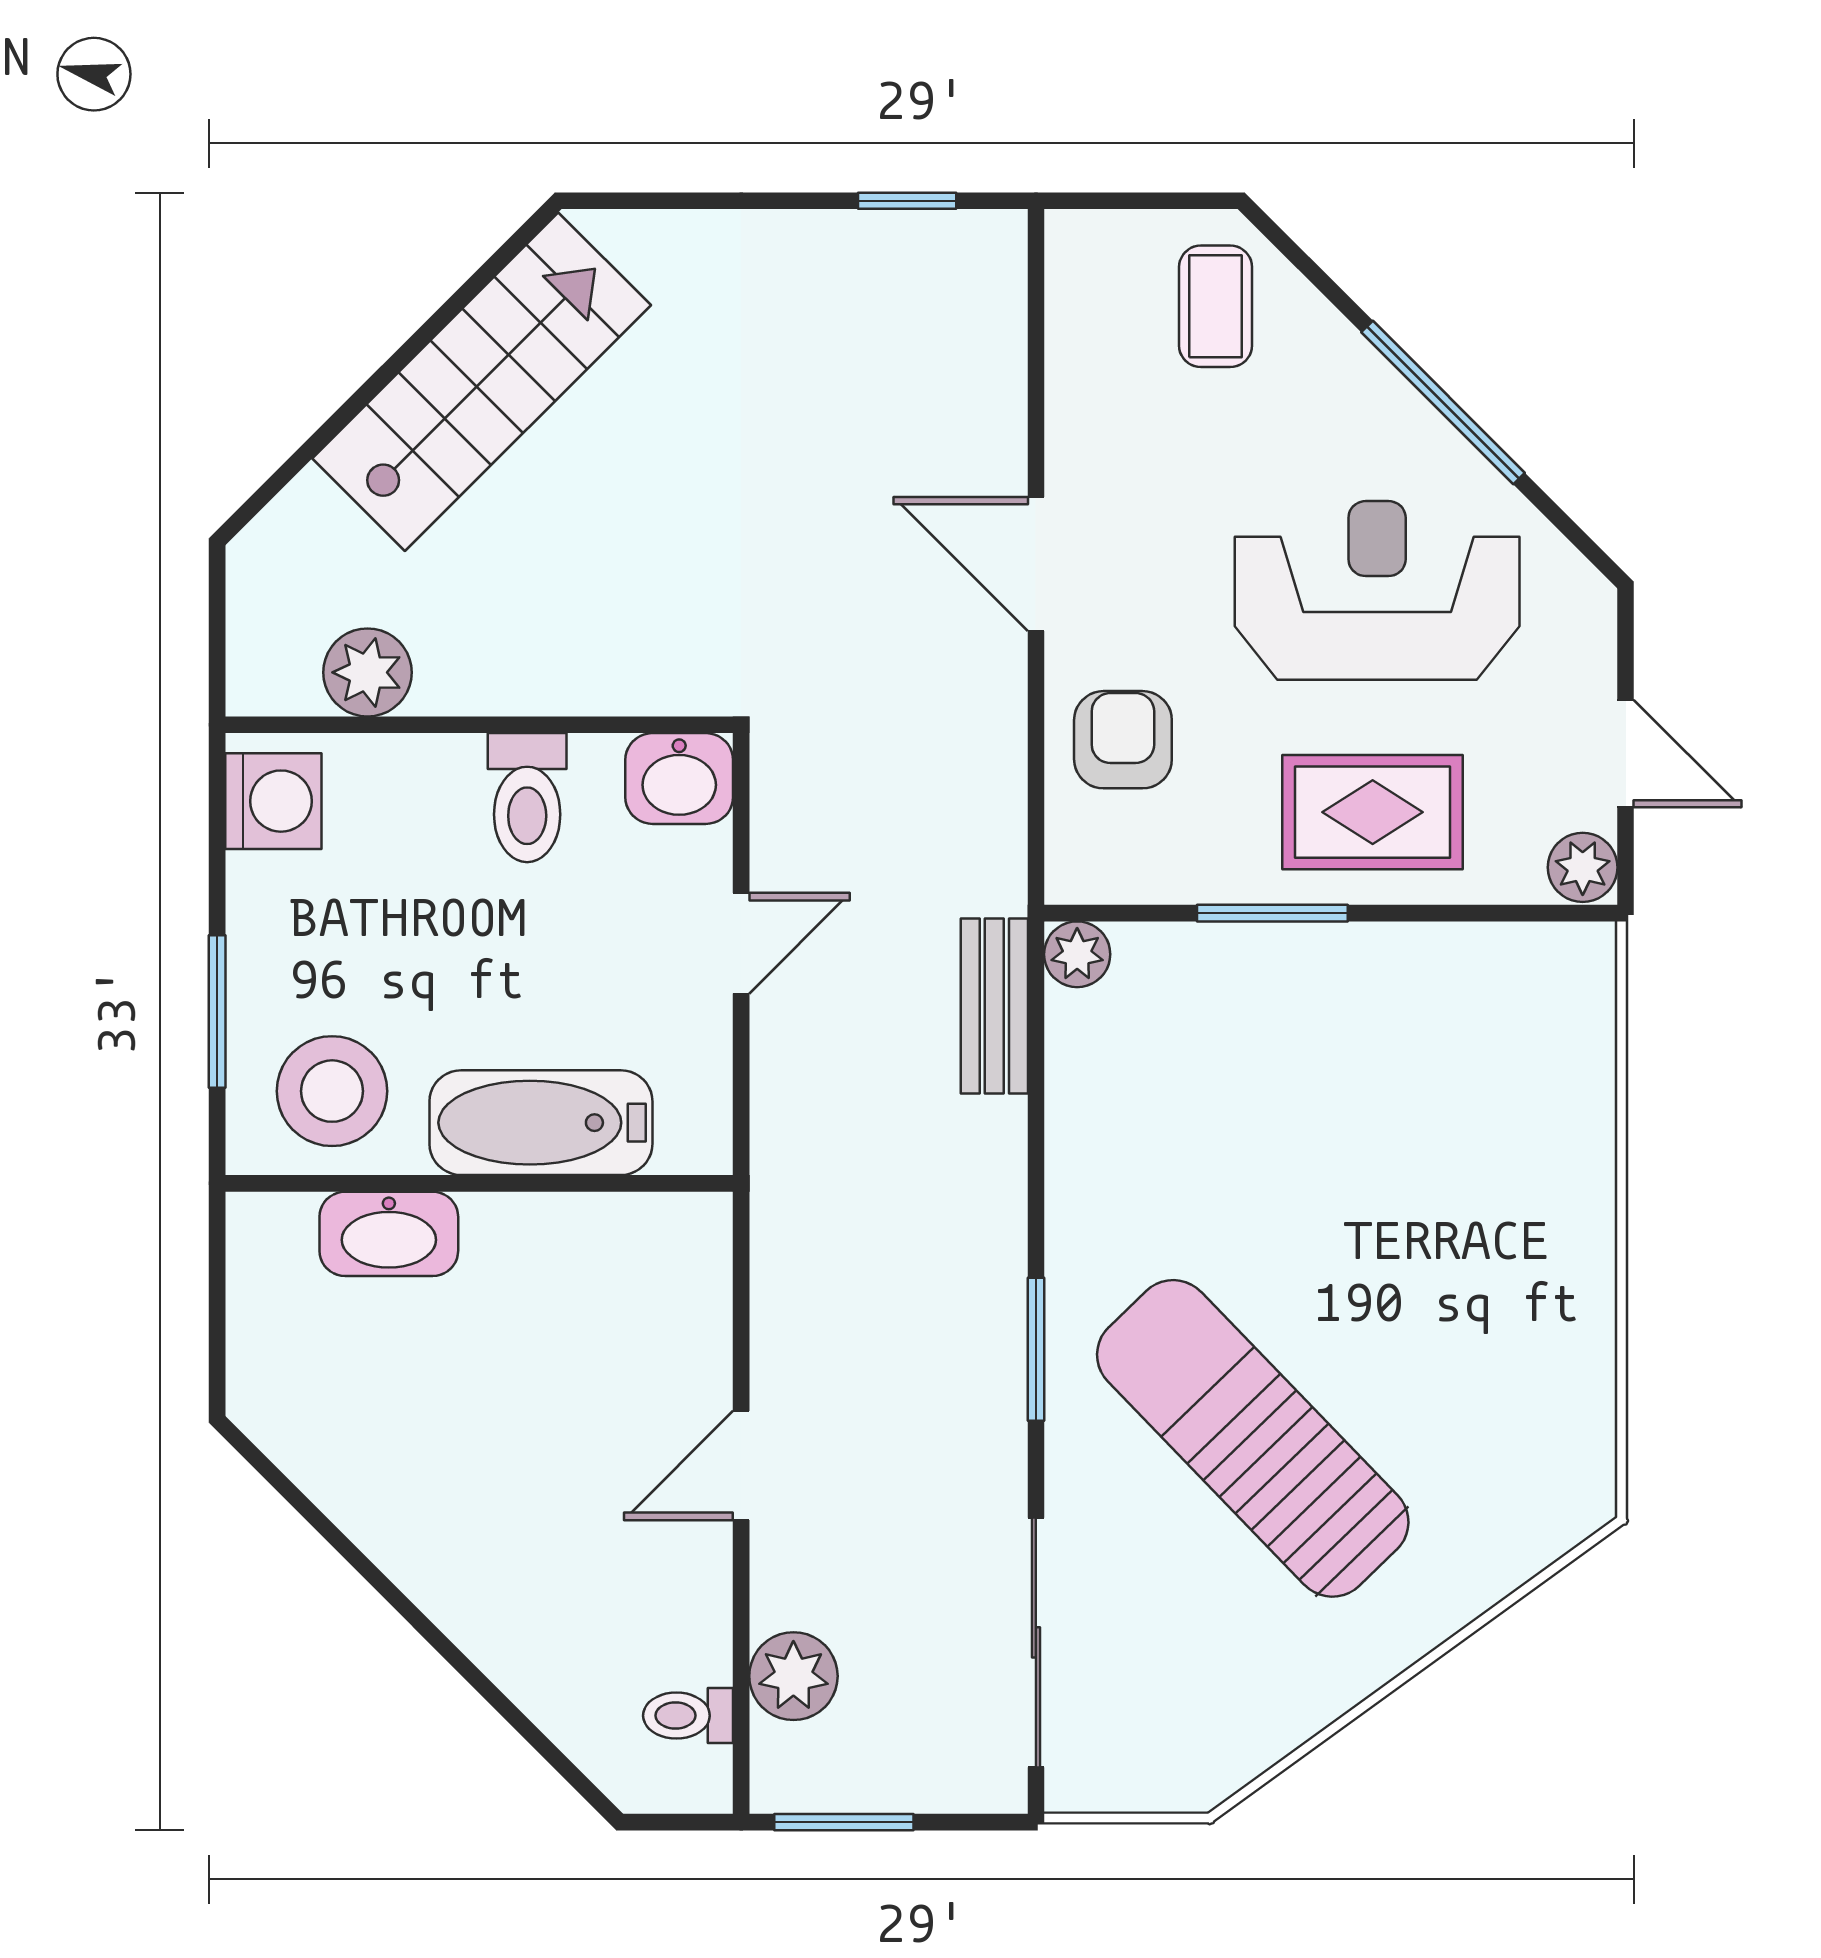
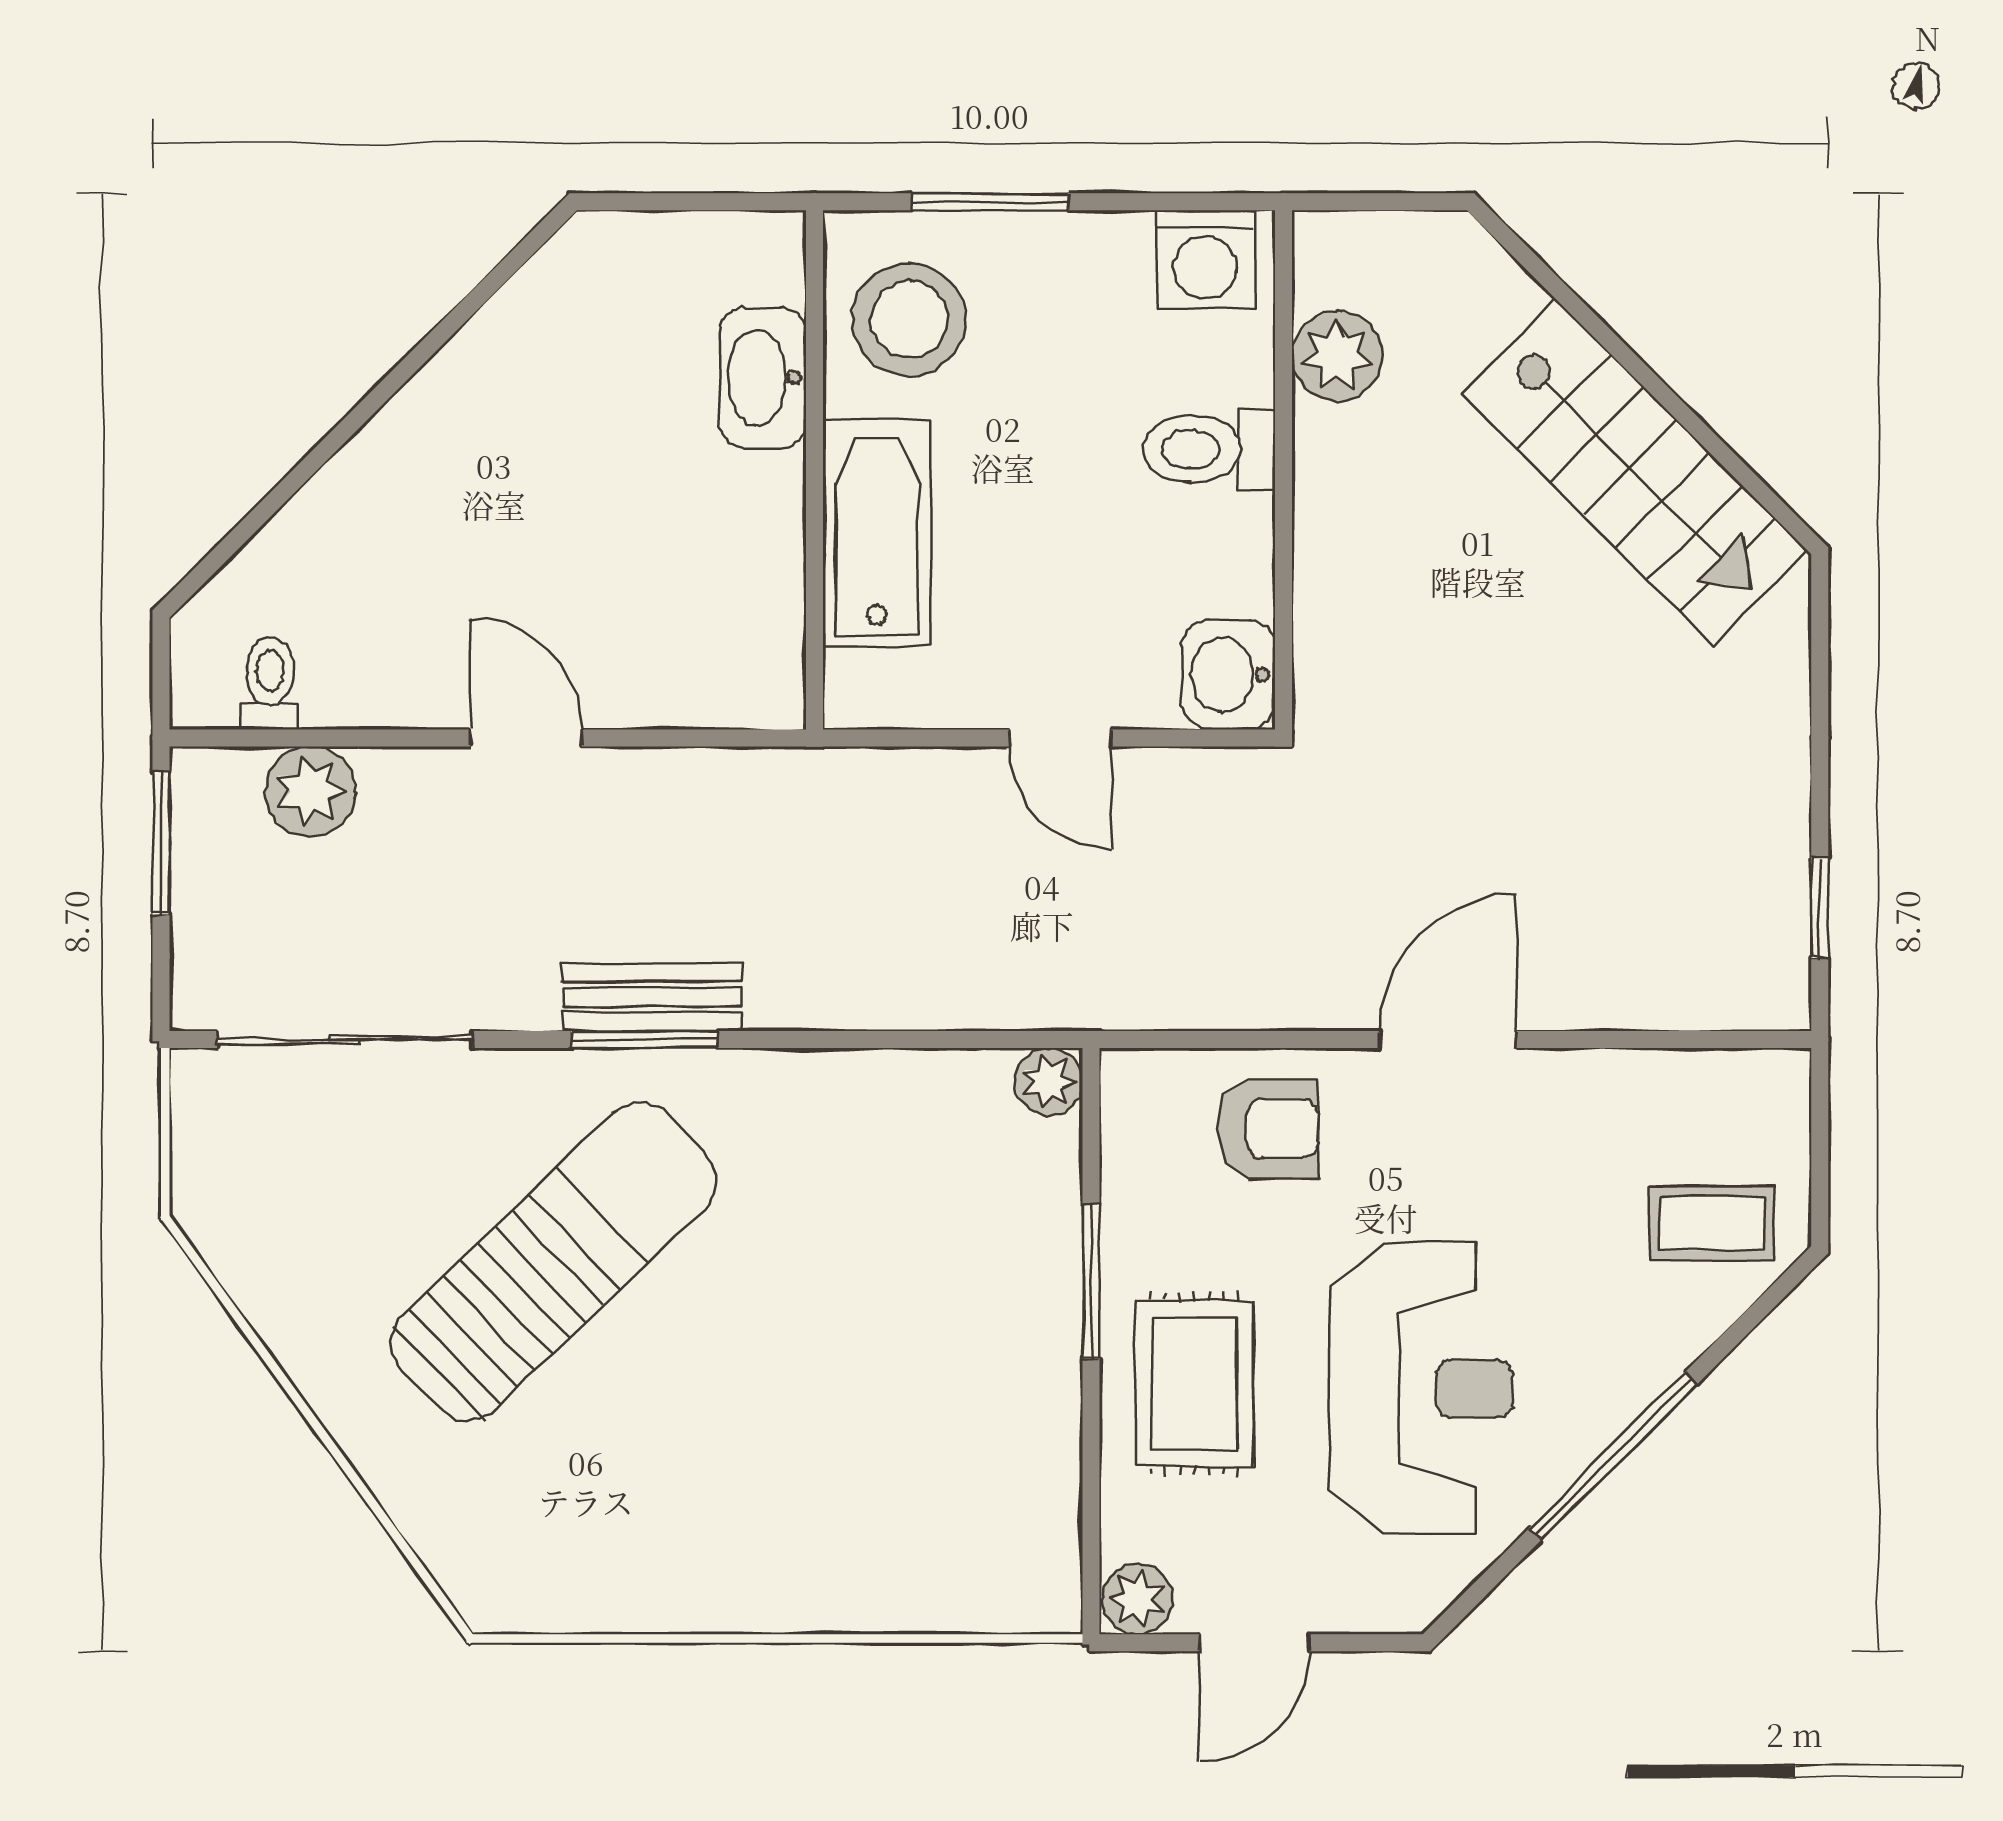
toilet: (527, 798) -> (1209, 449), moved
bench: (994, 1006) -> (652, 997), moved

